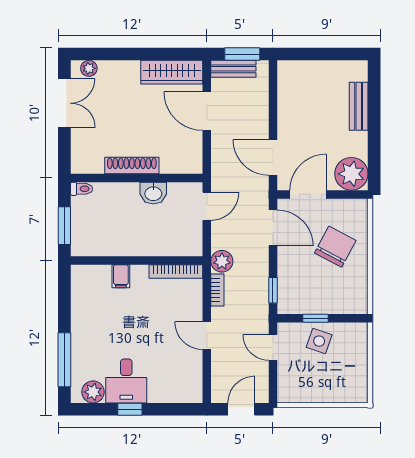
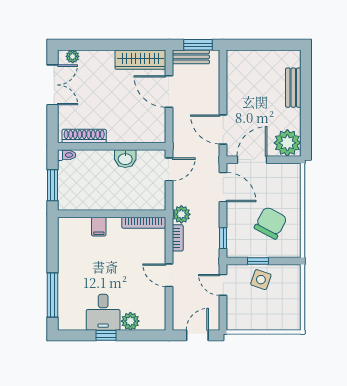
shoe rack: (132, 165) -> (84, 136), moved
chair: (335, 247) -> (271, 223), moved
plant: (93, 392) -> (130, 321), moved

